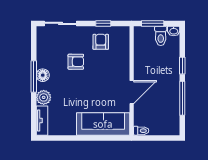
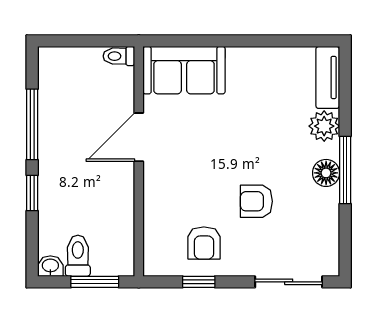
sofa: (103, 124) -> (184, 70), width x0.73

